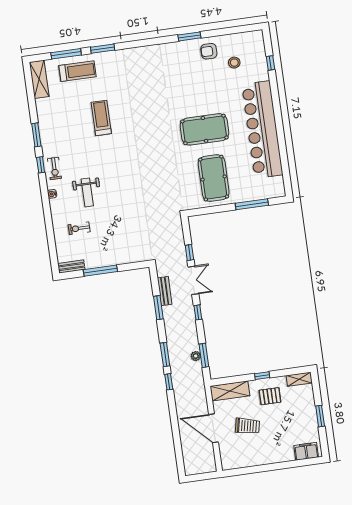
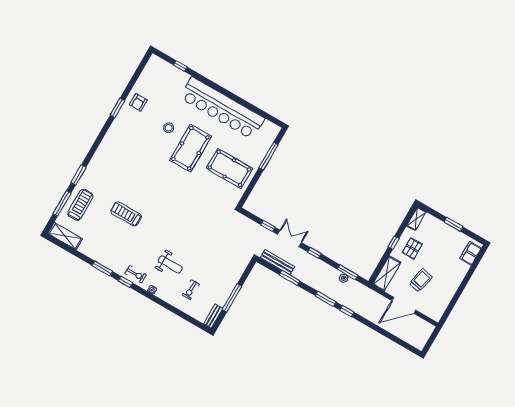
stool: (234, 63) -> (169, 128), moved
bench: (165, 291) -> (277, 262), width x1.36

